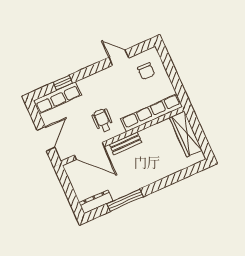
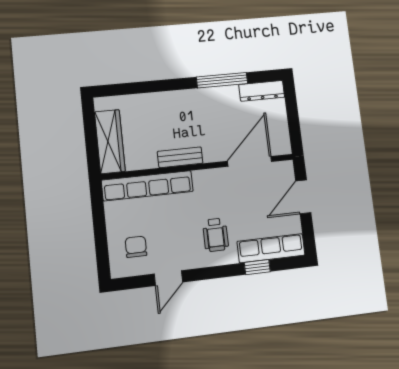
door: (119, 58) -> (168, 278), hinge flipped
wheelchair: (103, 121) -> (215, 235), moved
bench: (125, 143) -> (180, 157), moved
door: (89, 151) -> (250, 161), hinge flipped

